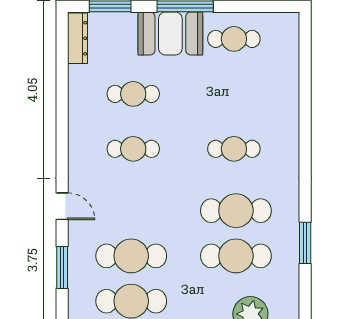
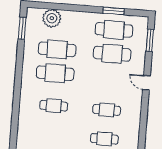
window: (305, 243) -> (22, 28), moved
window: (62, 267) -> (150, 40), moved

